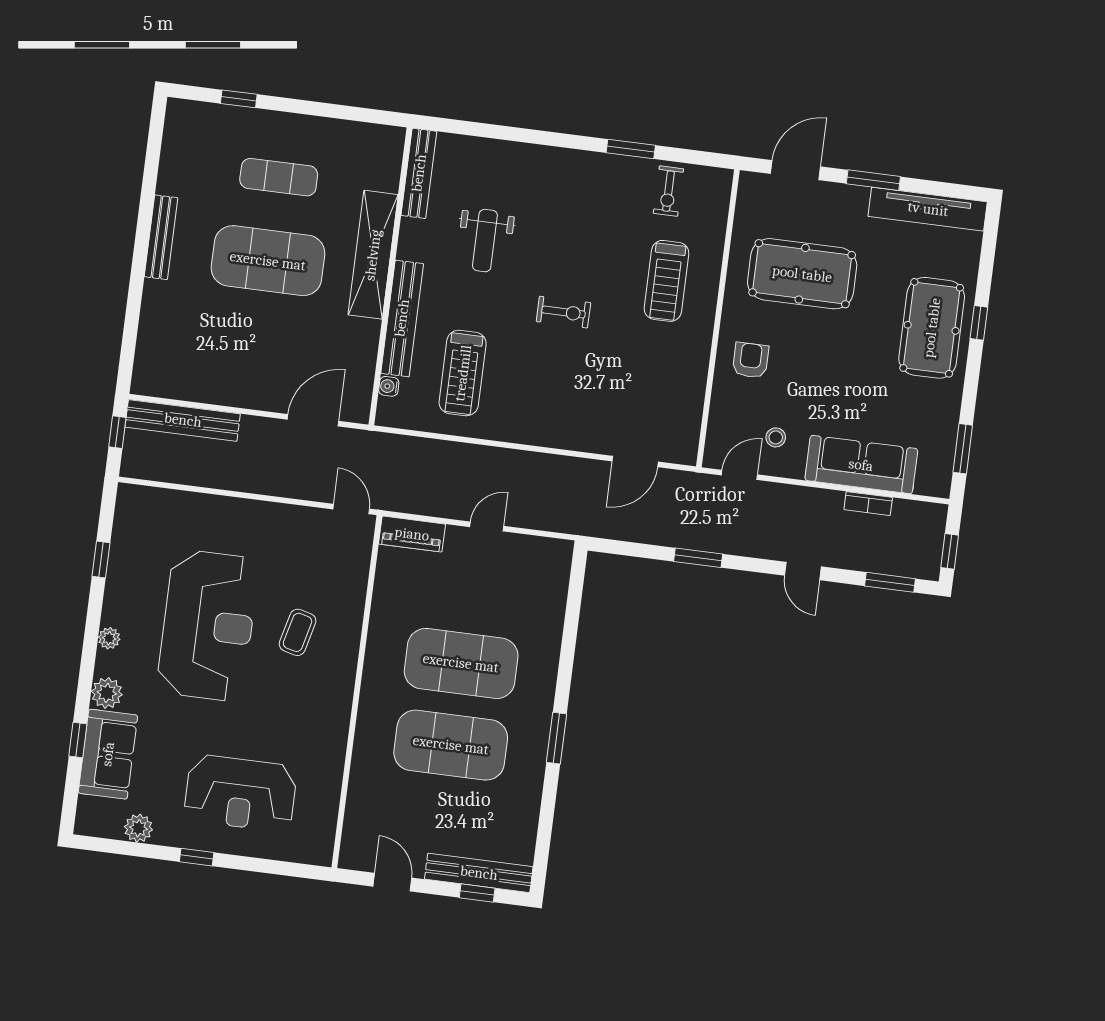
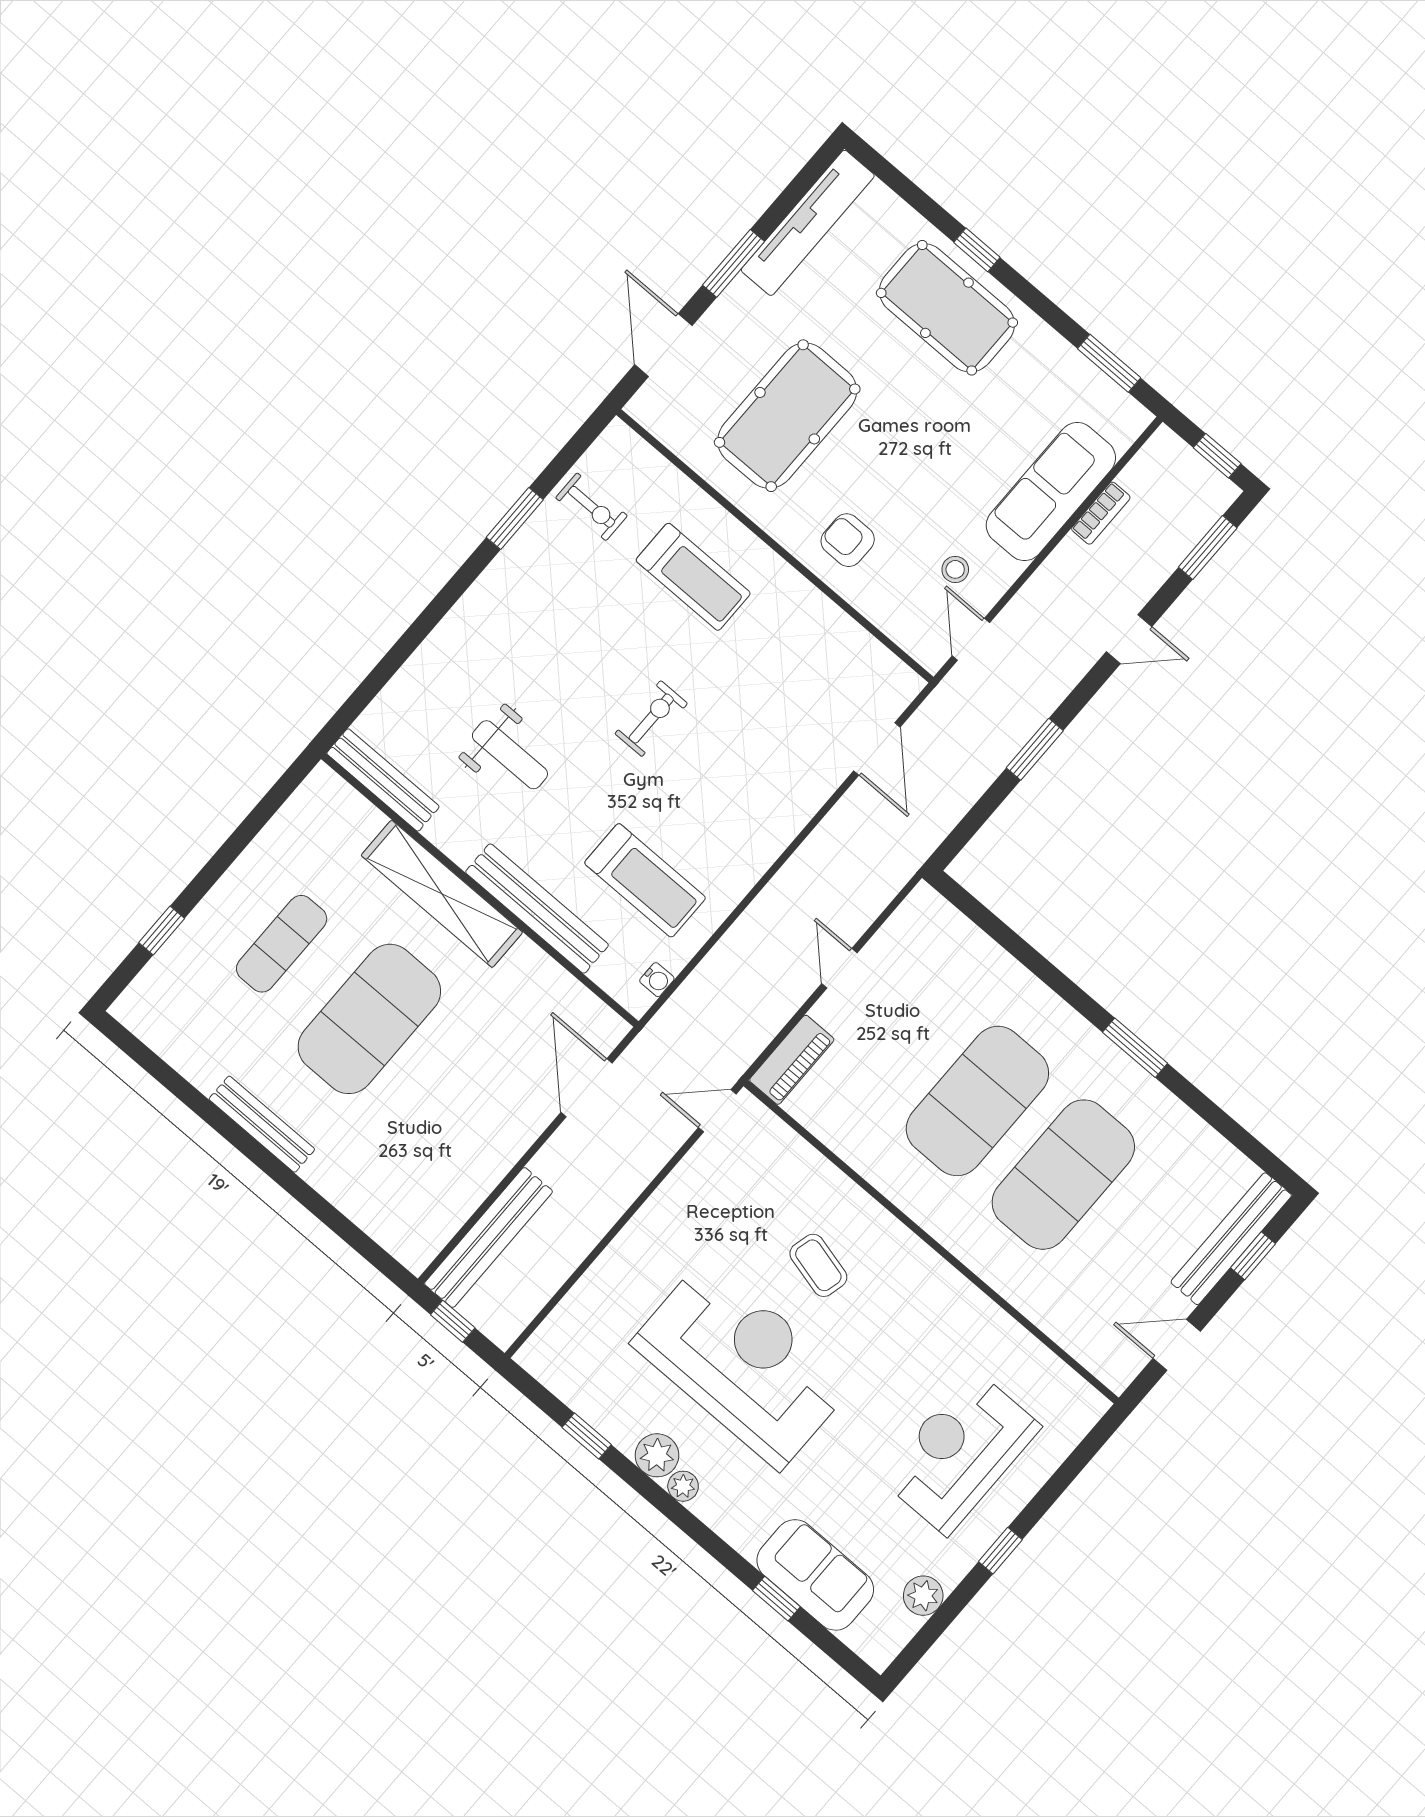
water cooler: (389, 386) -> (657, 980), moved, turned -90
plant: (107, 693) -> (657, 1455), moved
reception desk: (240, 793) -> (960, 1452), turned 180

